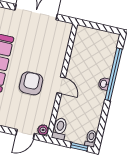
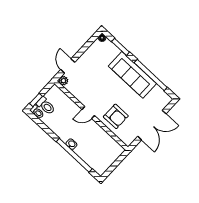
armchair: (31, 83) -> (116, 116), moved
toilet: (60, 129) -> (46, 106), moved

